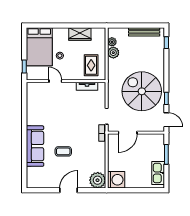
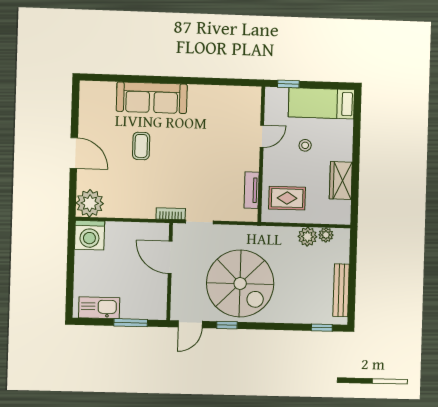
bed: (39, 47) -> (321, 103), width x0.67
spiral stairs: (142, 91) -> (240, 283), turned 90

